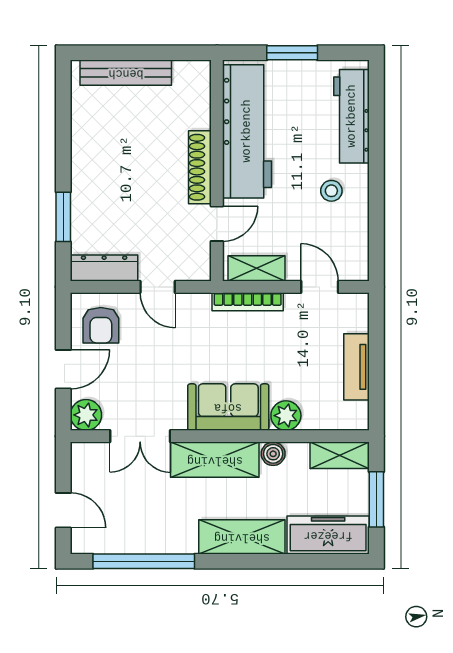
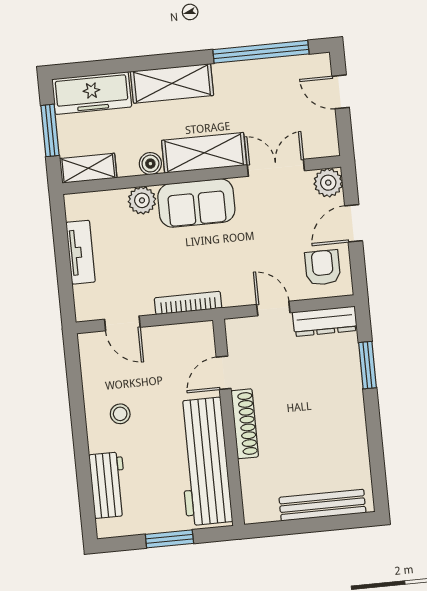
workbench: (352, 116) -> (108, 485), width x0.73
shelving: (257, 268) -> (183, 335), removed

